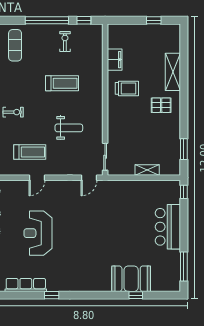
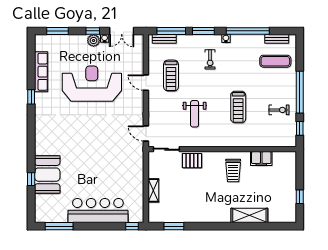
pallet: (161, 105) -> (192, 161), moved, turned 90
bar counter: (168, 227) -> (98, 211), width x1.36
reception desk: (38, 233) -> (92, 84), width x1.36, depth x1.30

